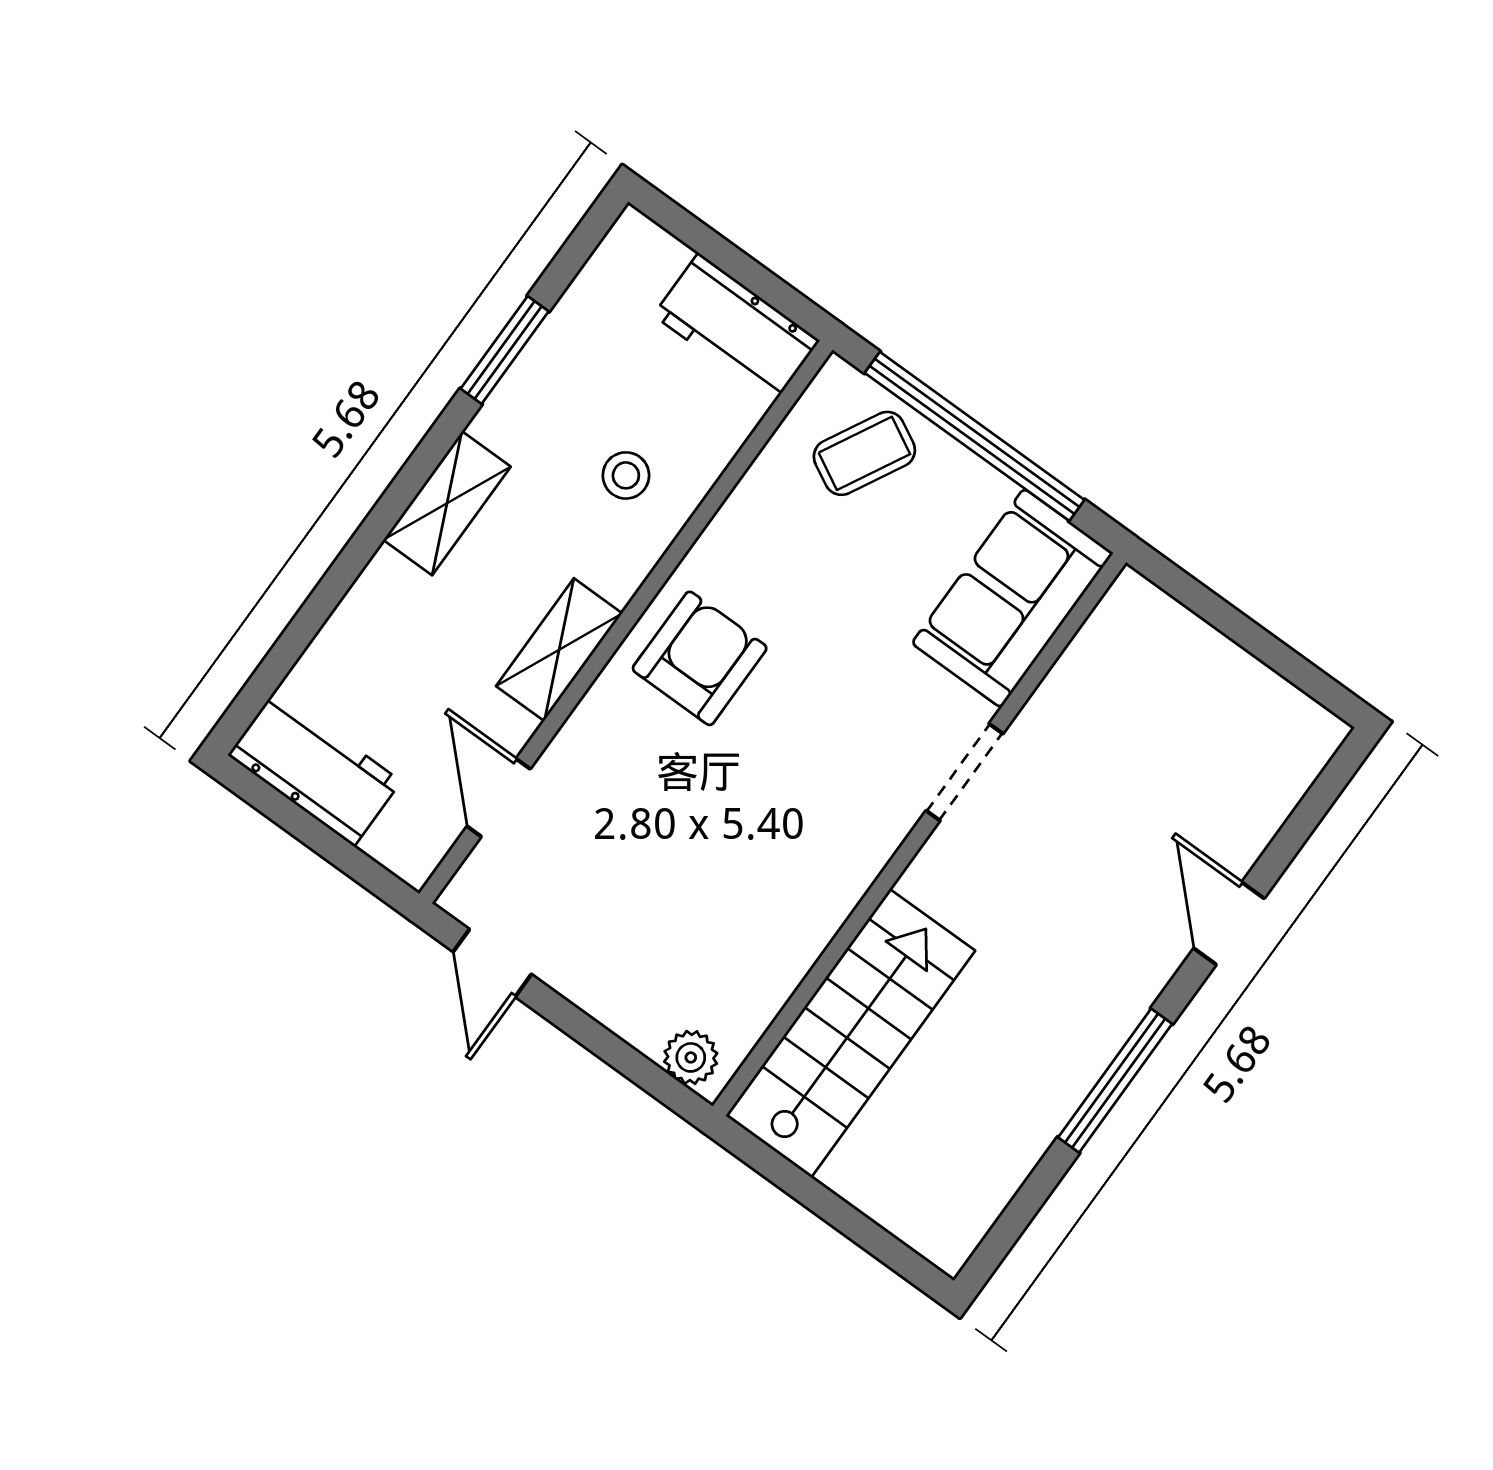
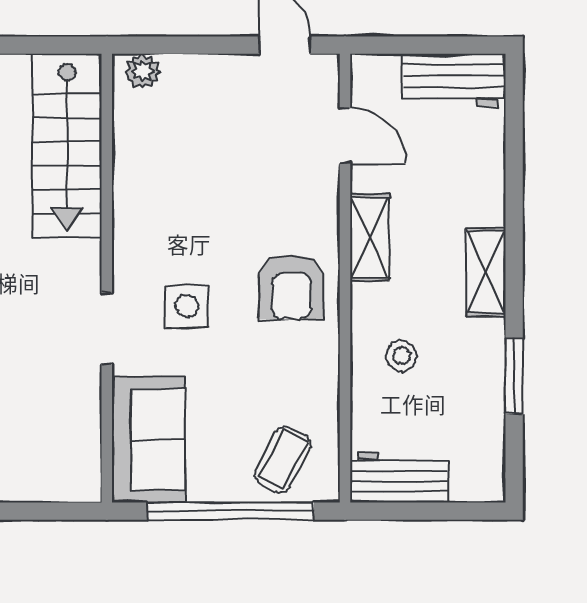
side table: (846, 728) -> (187, 306), added

